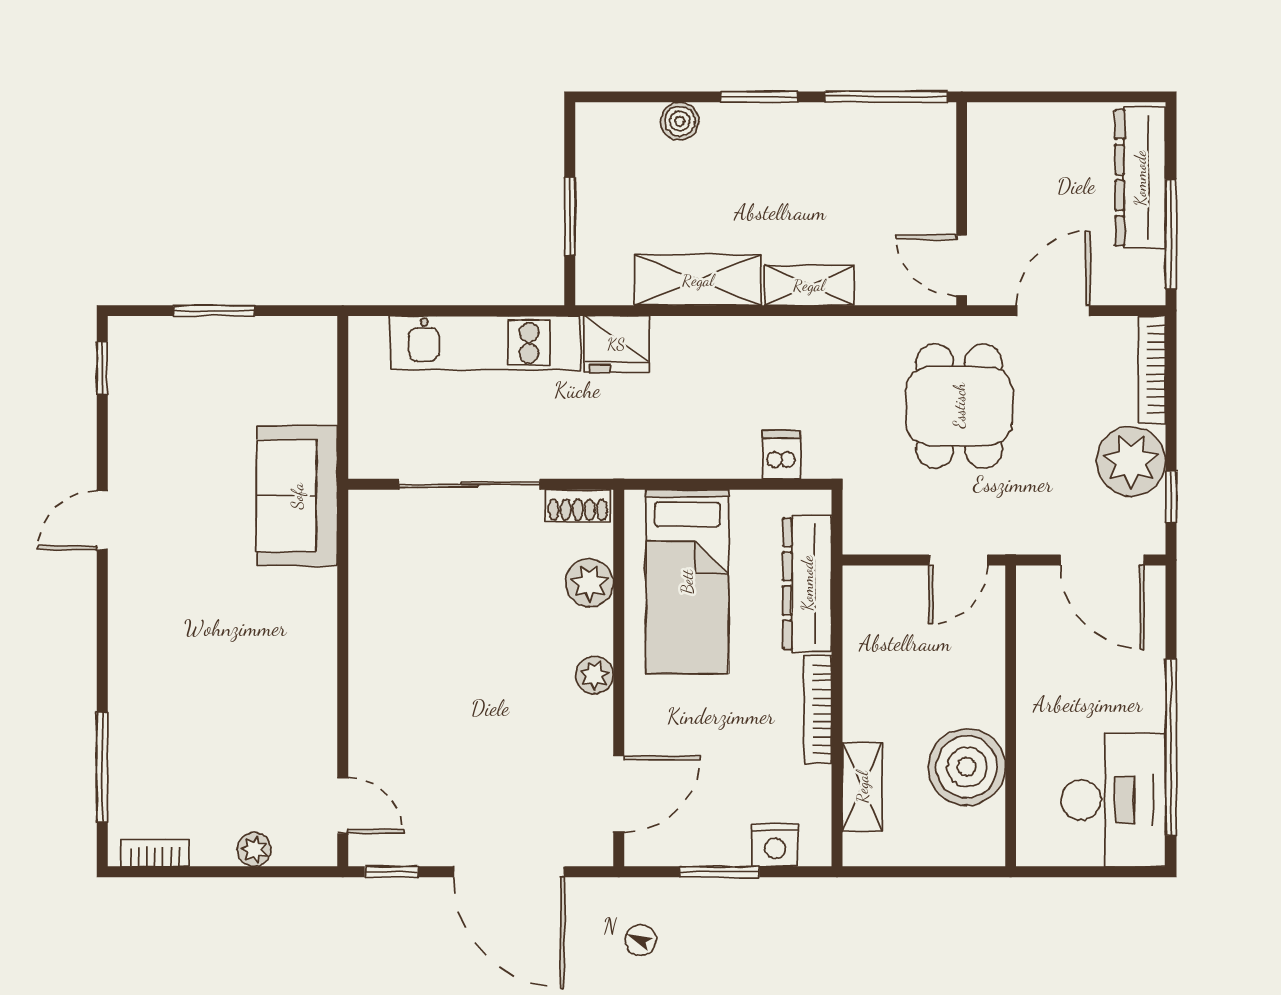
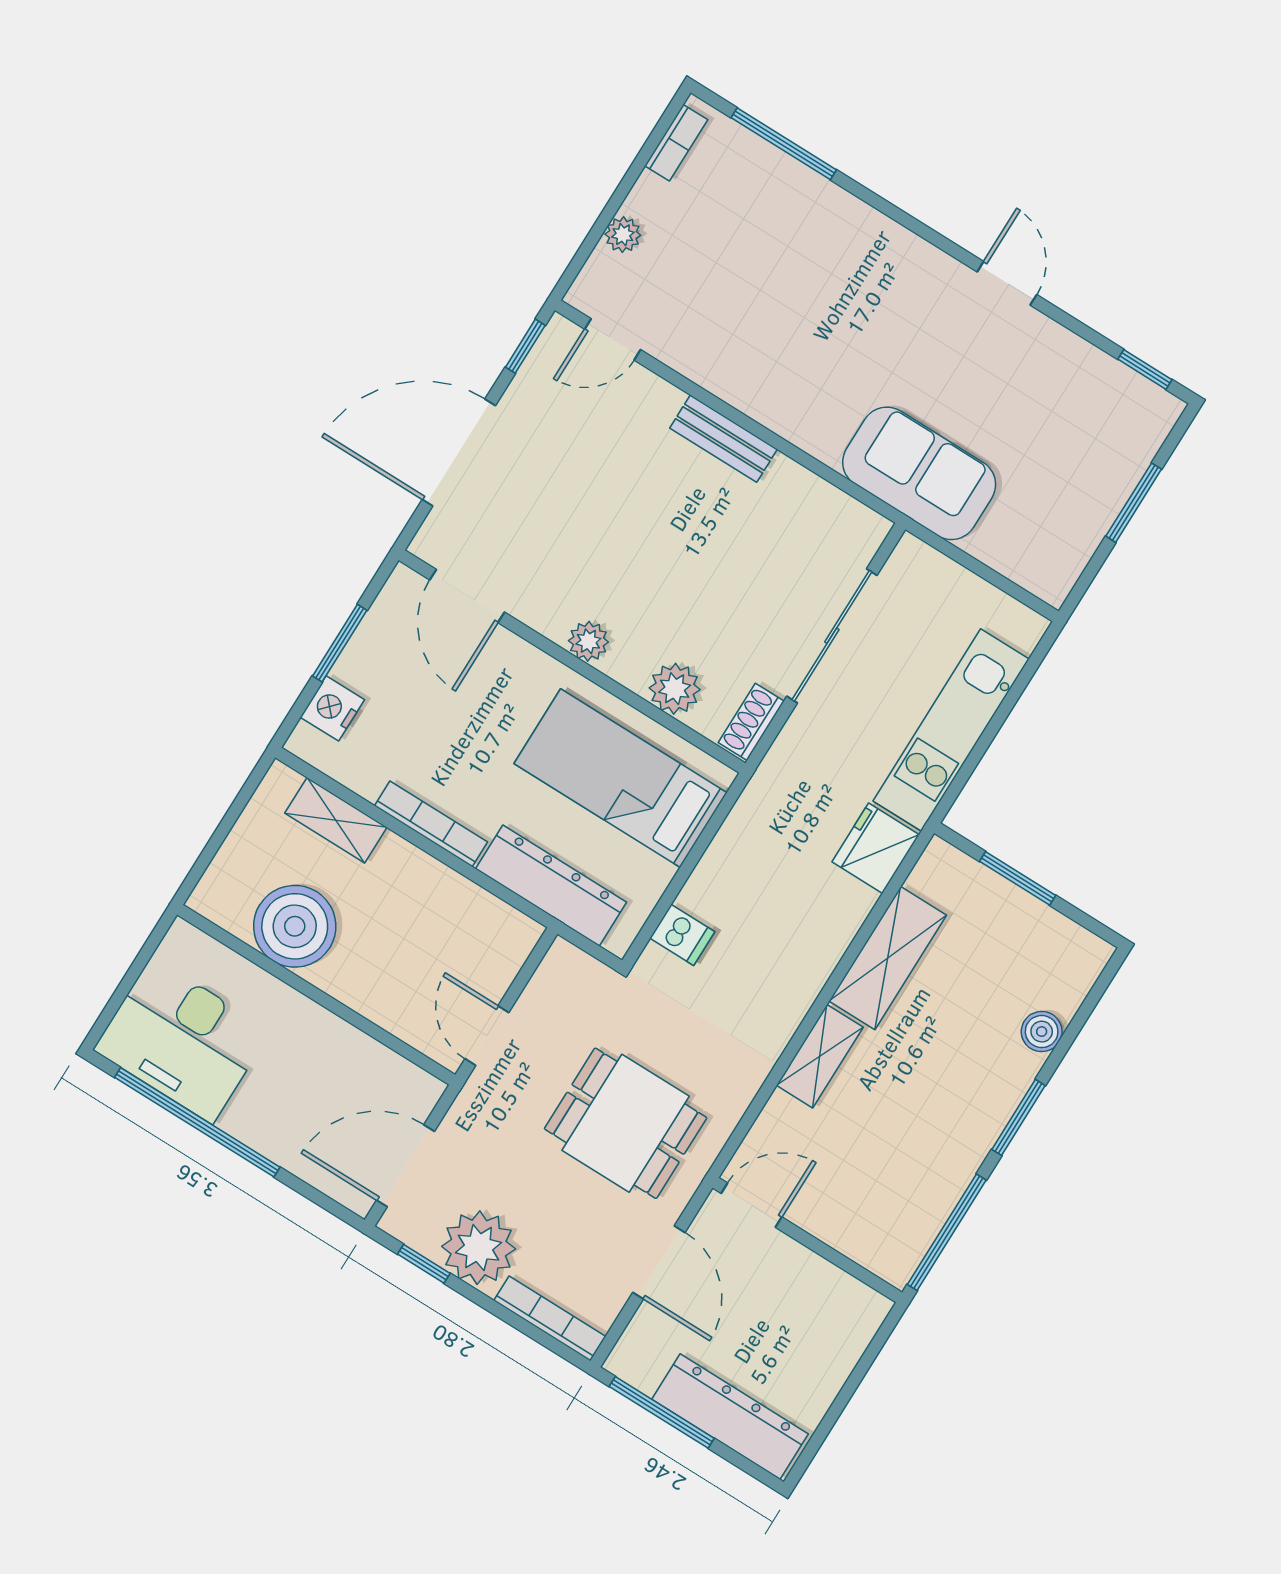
bench: (366, 668) -> (724, 439), added

